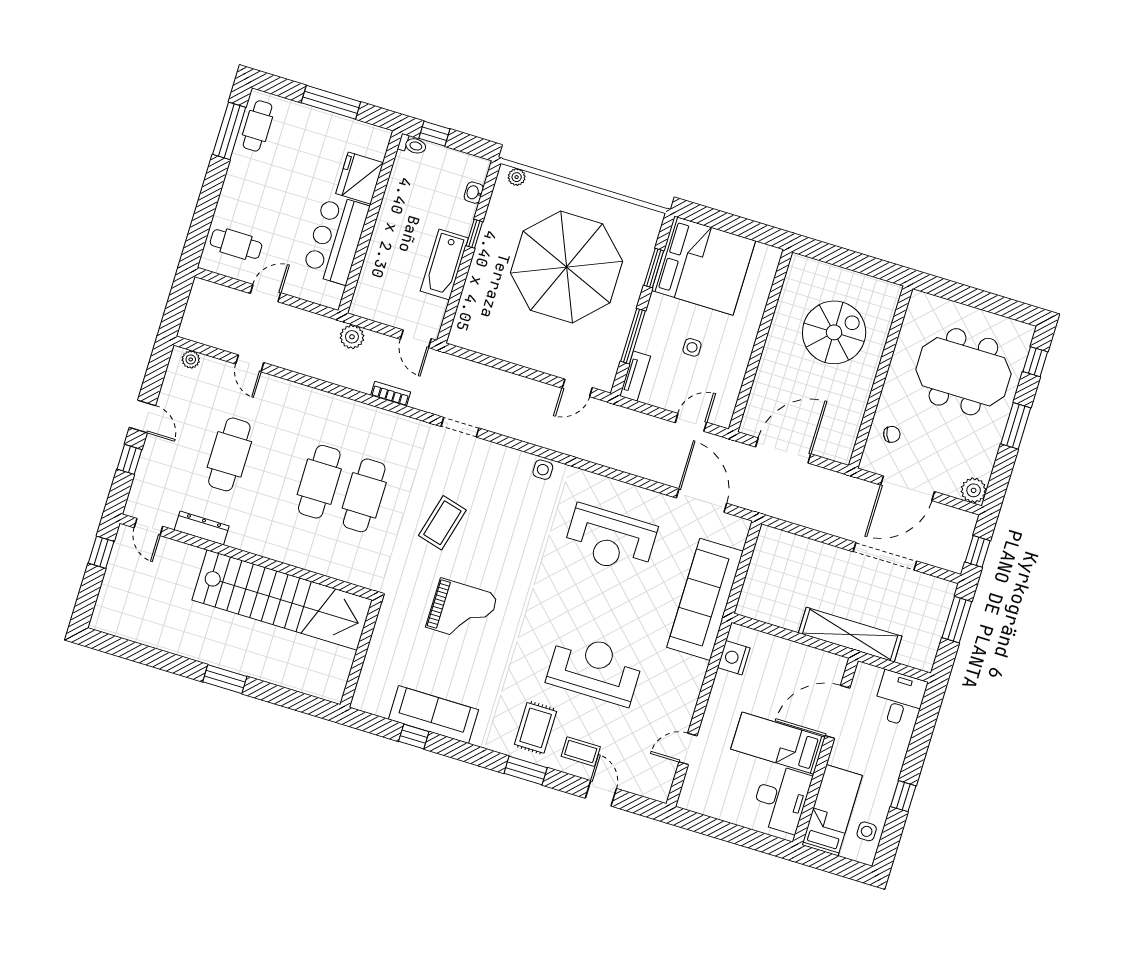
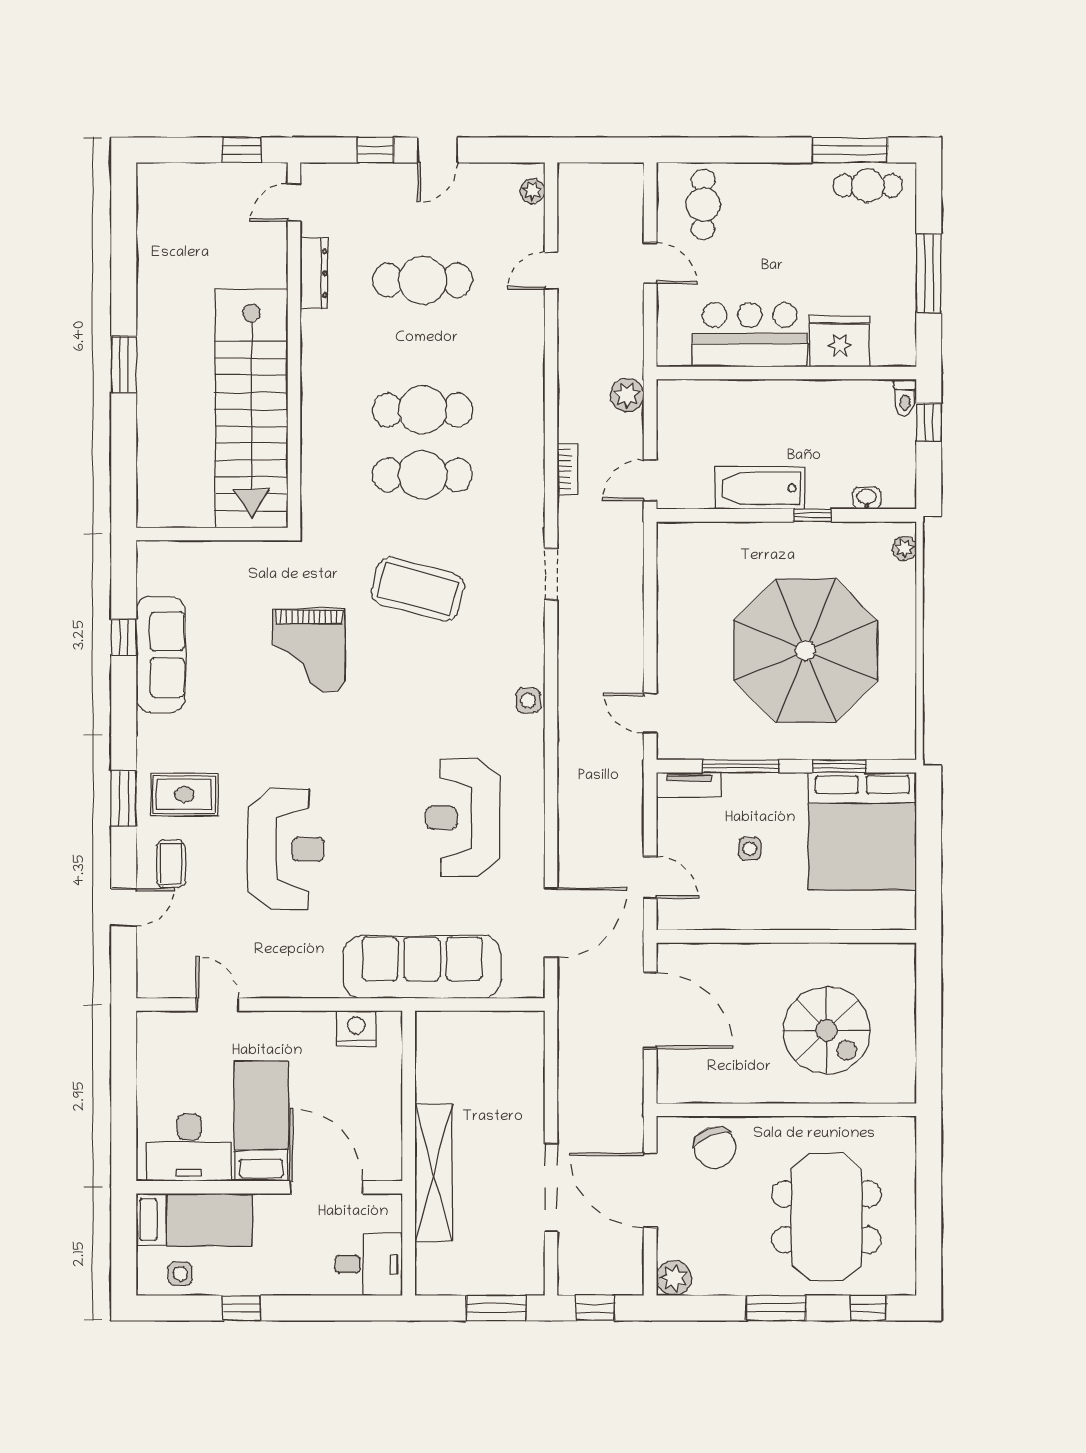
chair: (892, 434) -> (715, 1148), width x1.87, depth x1.87
coffee table: (442, 523) -> (418, 589), width x1.36, depth x1.32

